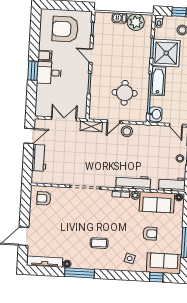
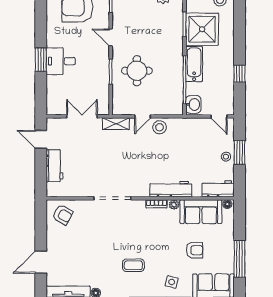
filing cabinet: (45, 55) -> (54, 40), removed
round table: (125, 93) -> (137, 71), moved
door: (29, 136) -> (41, 139), swing flipped
armchair: (44, 198) -> (63, 215), turned -150

